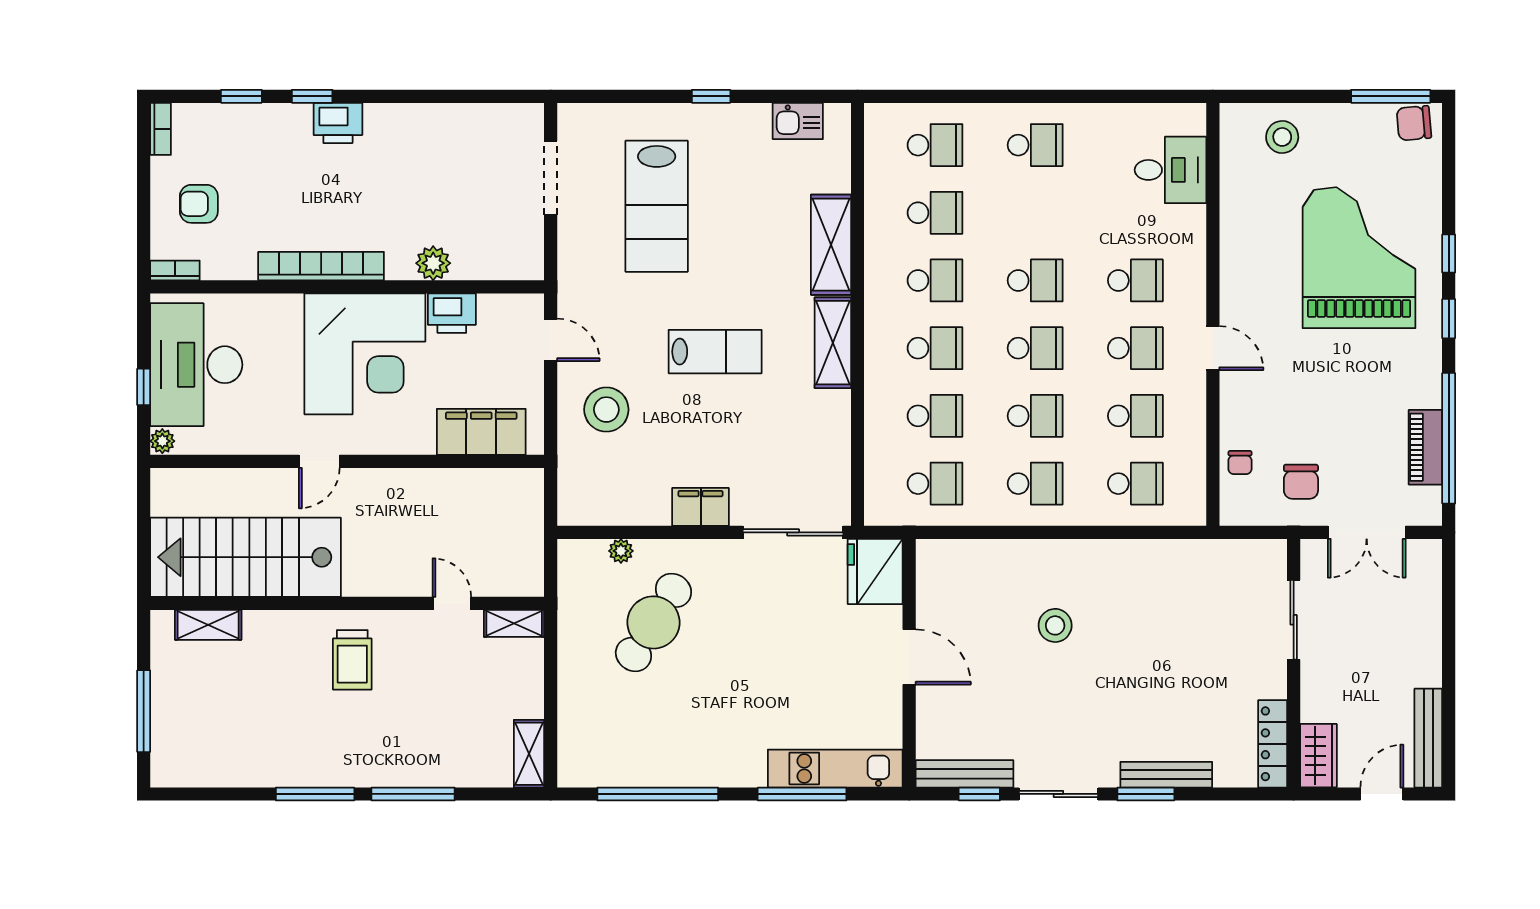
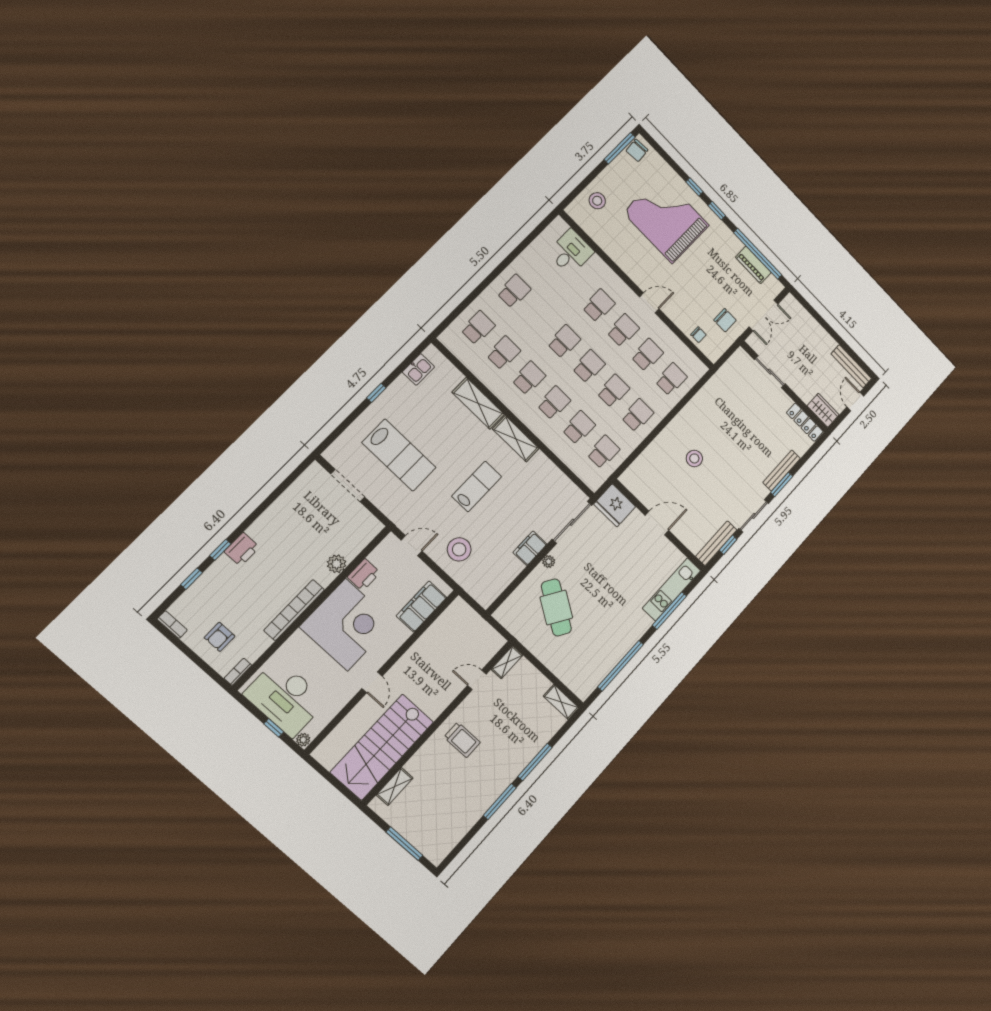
plant: (621, 551) -> (549, 562), moved

